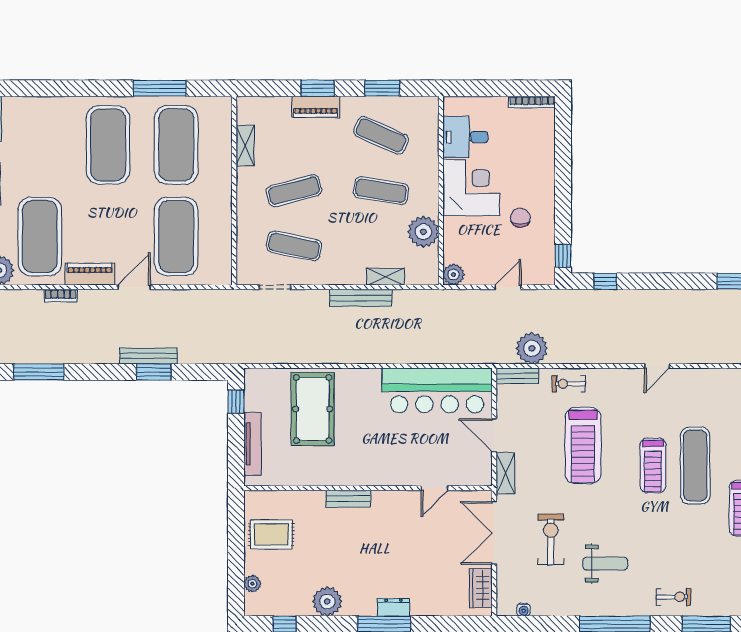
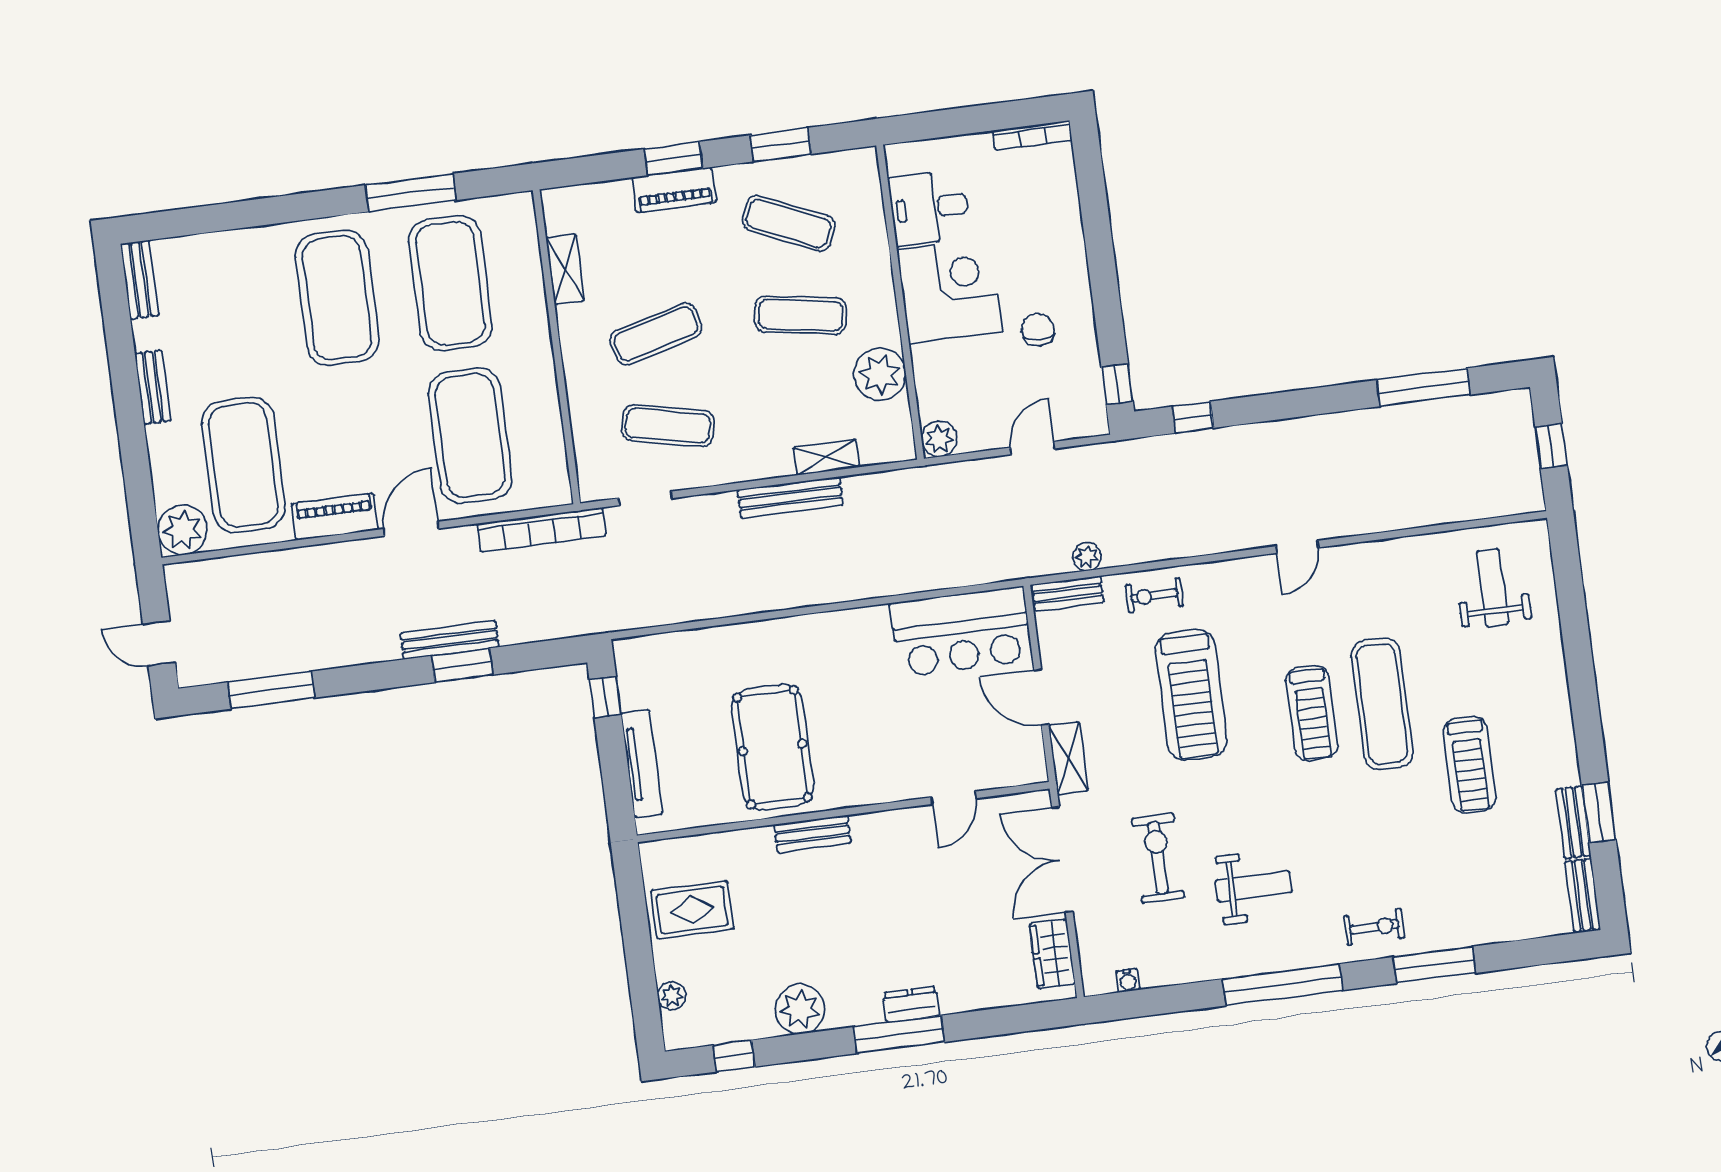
bookcase: (61, 296) -> (541, 530), moved, width x2.31, depth x1.31
plant: (532, 348) -> (1087, 557), width x0.53, depth x0.53
bar counter: (437, 390) -> (961, 632), width x0.73
pool table: (313, 409) -> (772, 747), moved

